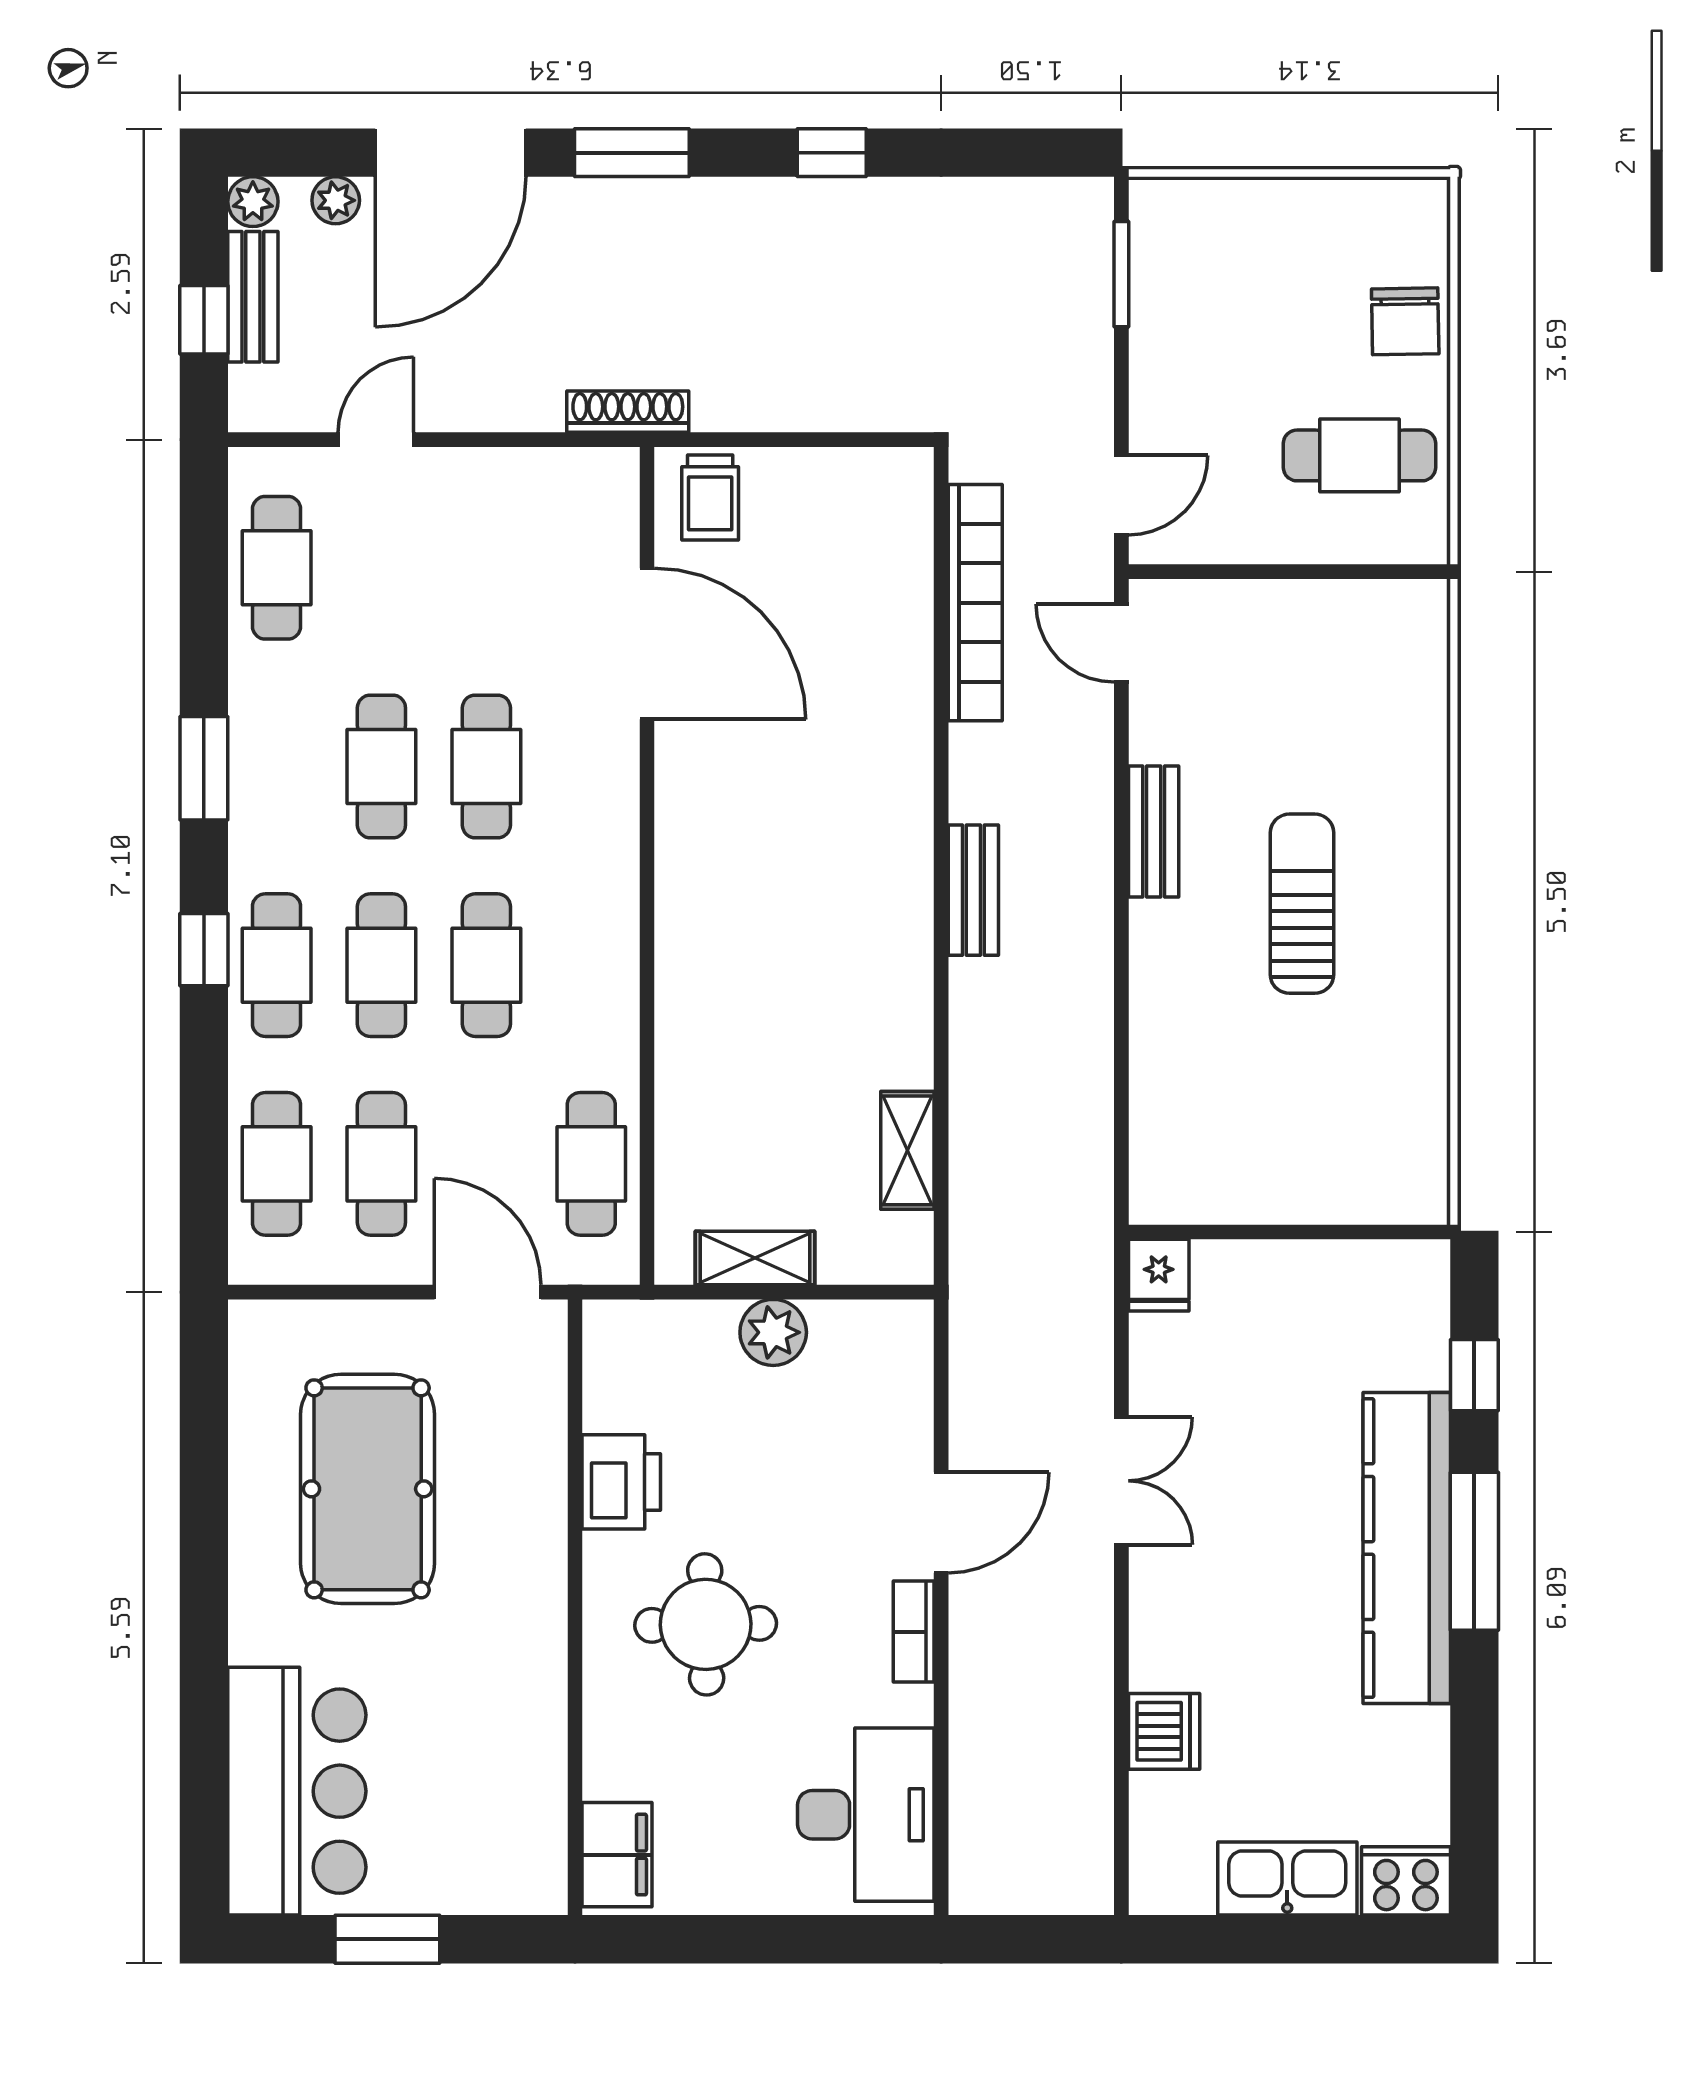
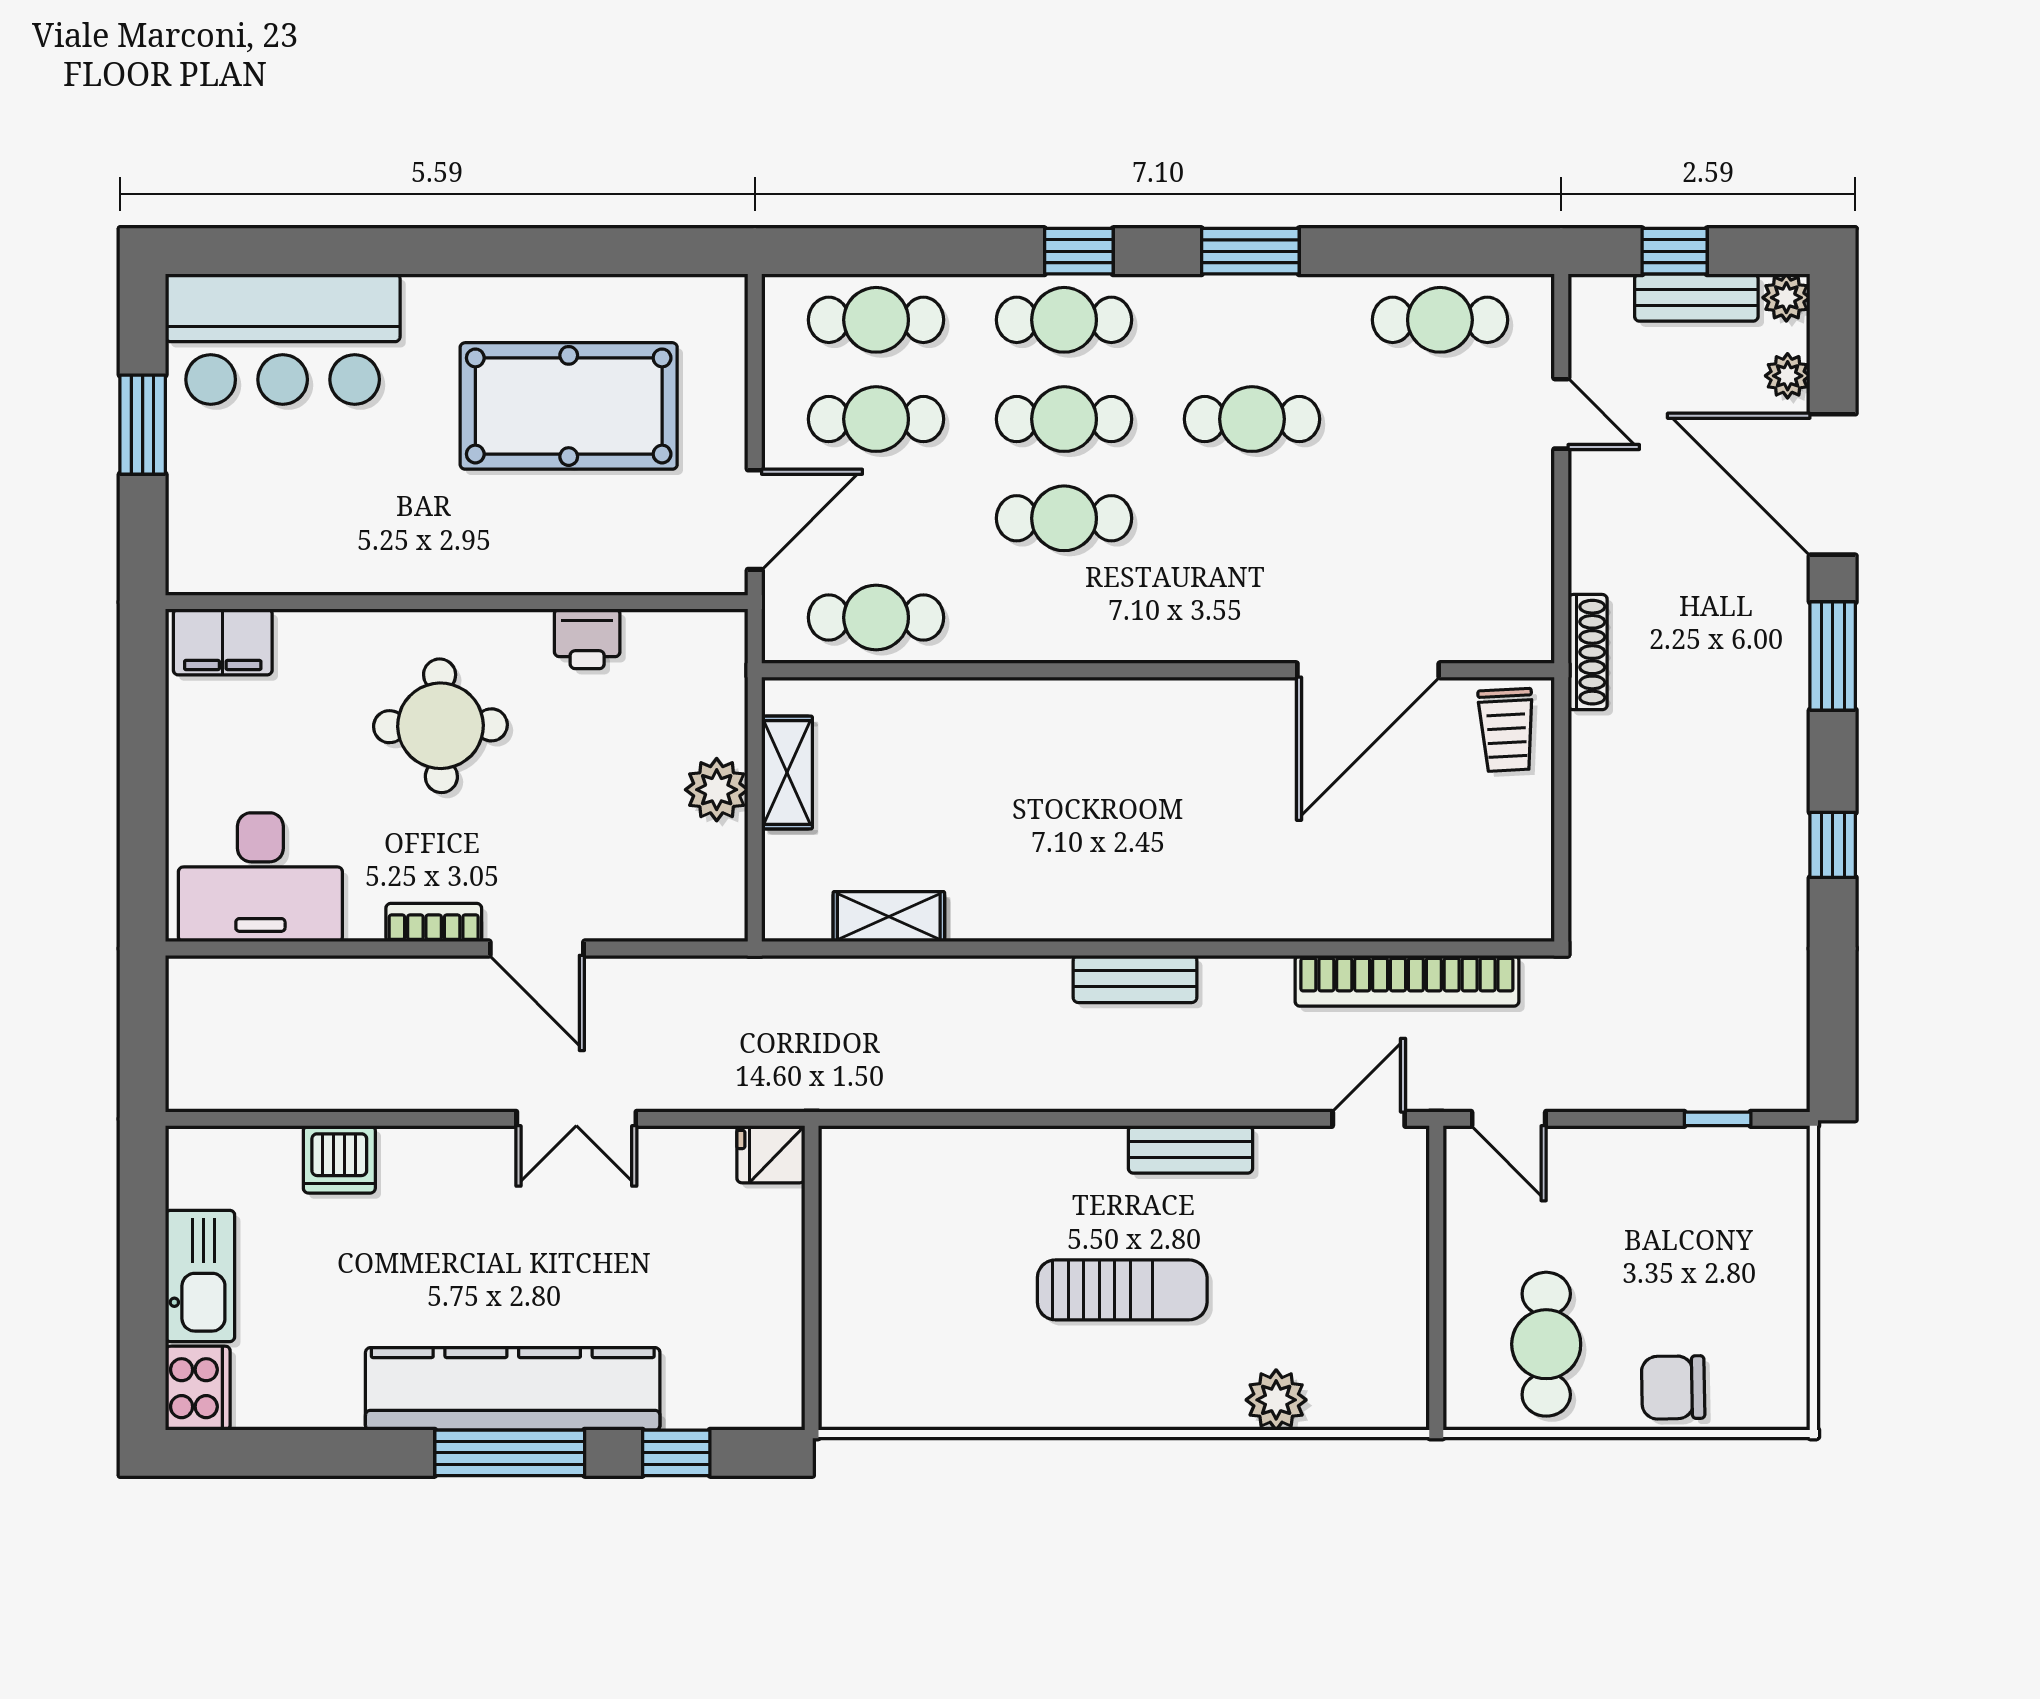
window: (1121, 274) -> (1718, 1119), width x0.67
trolley: (710, 497) -> (1507, 730), turned -93
plant: (1418, 741) -> (1276, 1400), added
cafe table: (486, 766) -> (1252, 518), removed
printer: (621, 1482) -> (587, 639), width x0.73, depth x0.81

